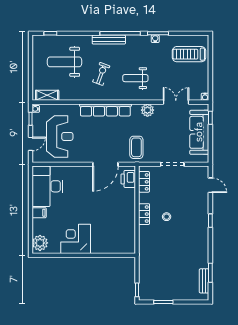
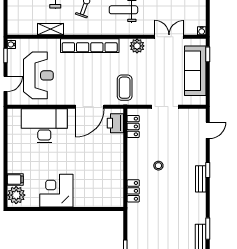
shelving: (47, 95) -> (50, 29), moved
door: (210, 185) -> (208, 130), hinge flipped
desk: (47, 186) -> (44, 126), moved, turned 90
filing cabinet: (39, 213) -> (15, 179), moved
locker: (144, 214) -> (133, 191), moved
bench: (204, 229) -> (201, 179), added

